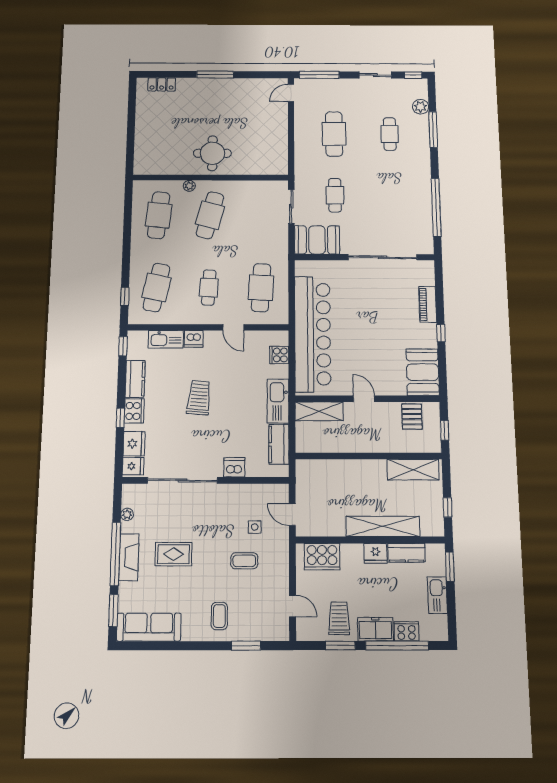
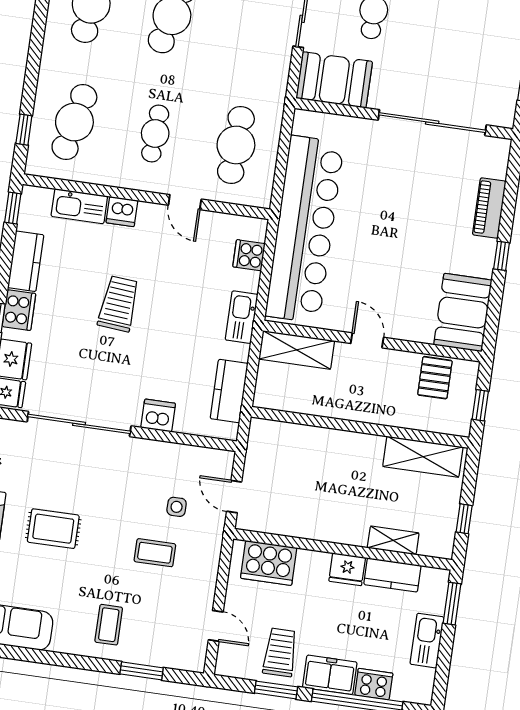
kitchen sink: (278, 401) -> (242, 317), width x0.73, depth x0.81
shelving: (383, 526) -> (393, 540), width x0.45, depth x0.75

